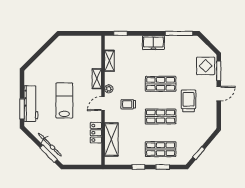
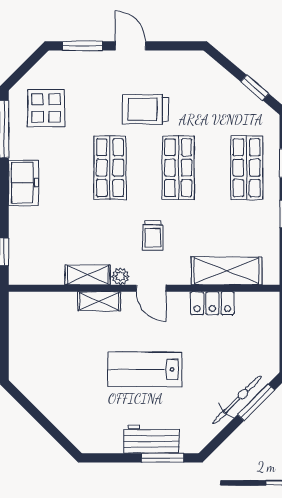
shelving: (109, 61) -> (88, 275), moved
display table: (206, 66) -> (46, 108), moved
workbench: (31, 104) -> (151, 439), width x0.73

